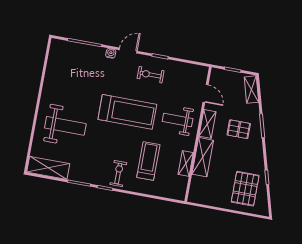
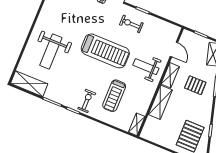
weight bench: (65, 126) -> (51, 52), turned 90
treadmill: (148, 161) -> (114, 96), turned 180
shelving: (186, 163) -> (137, 124), moved

